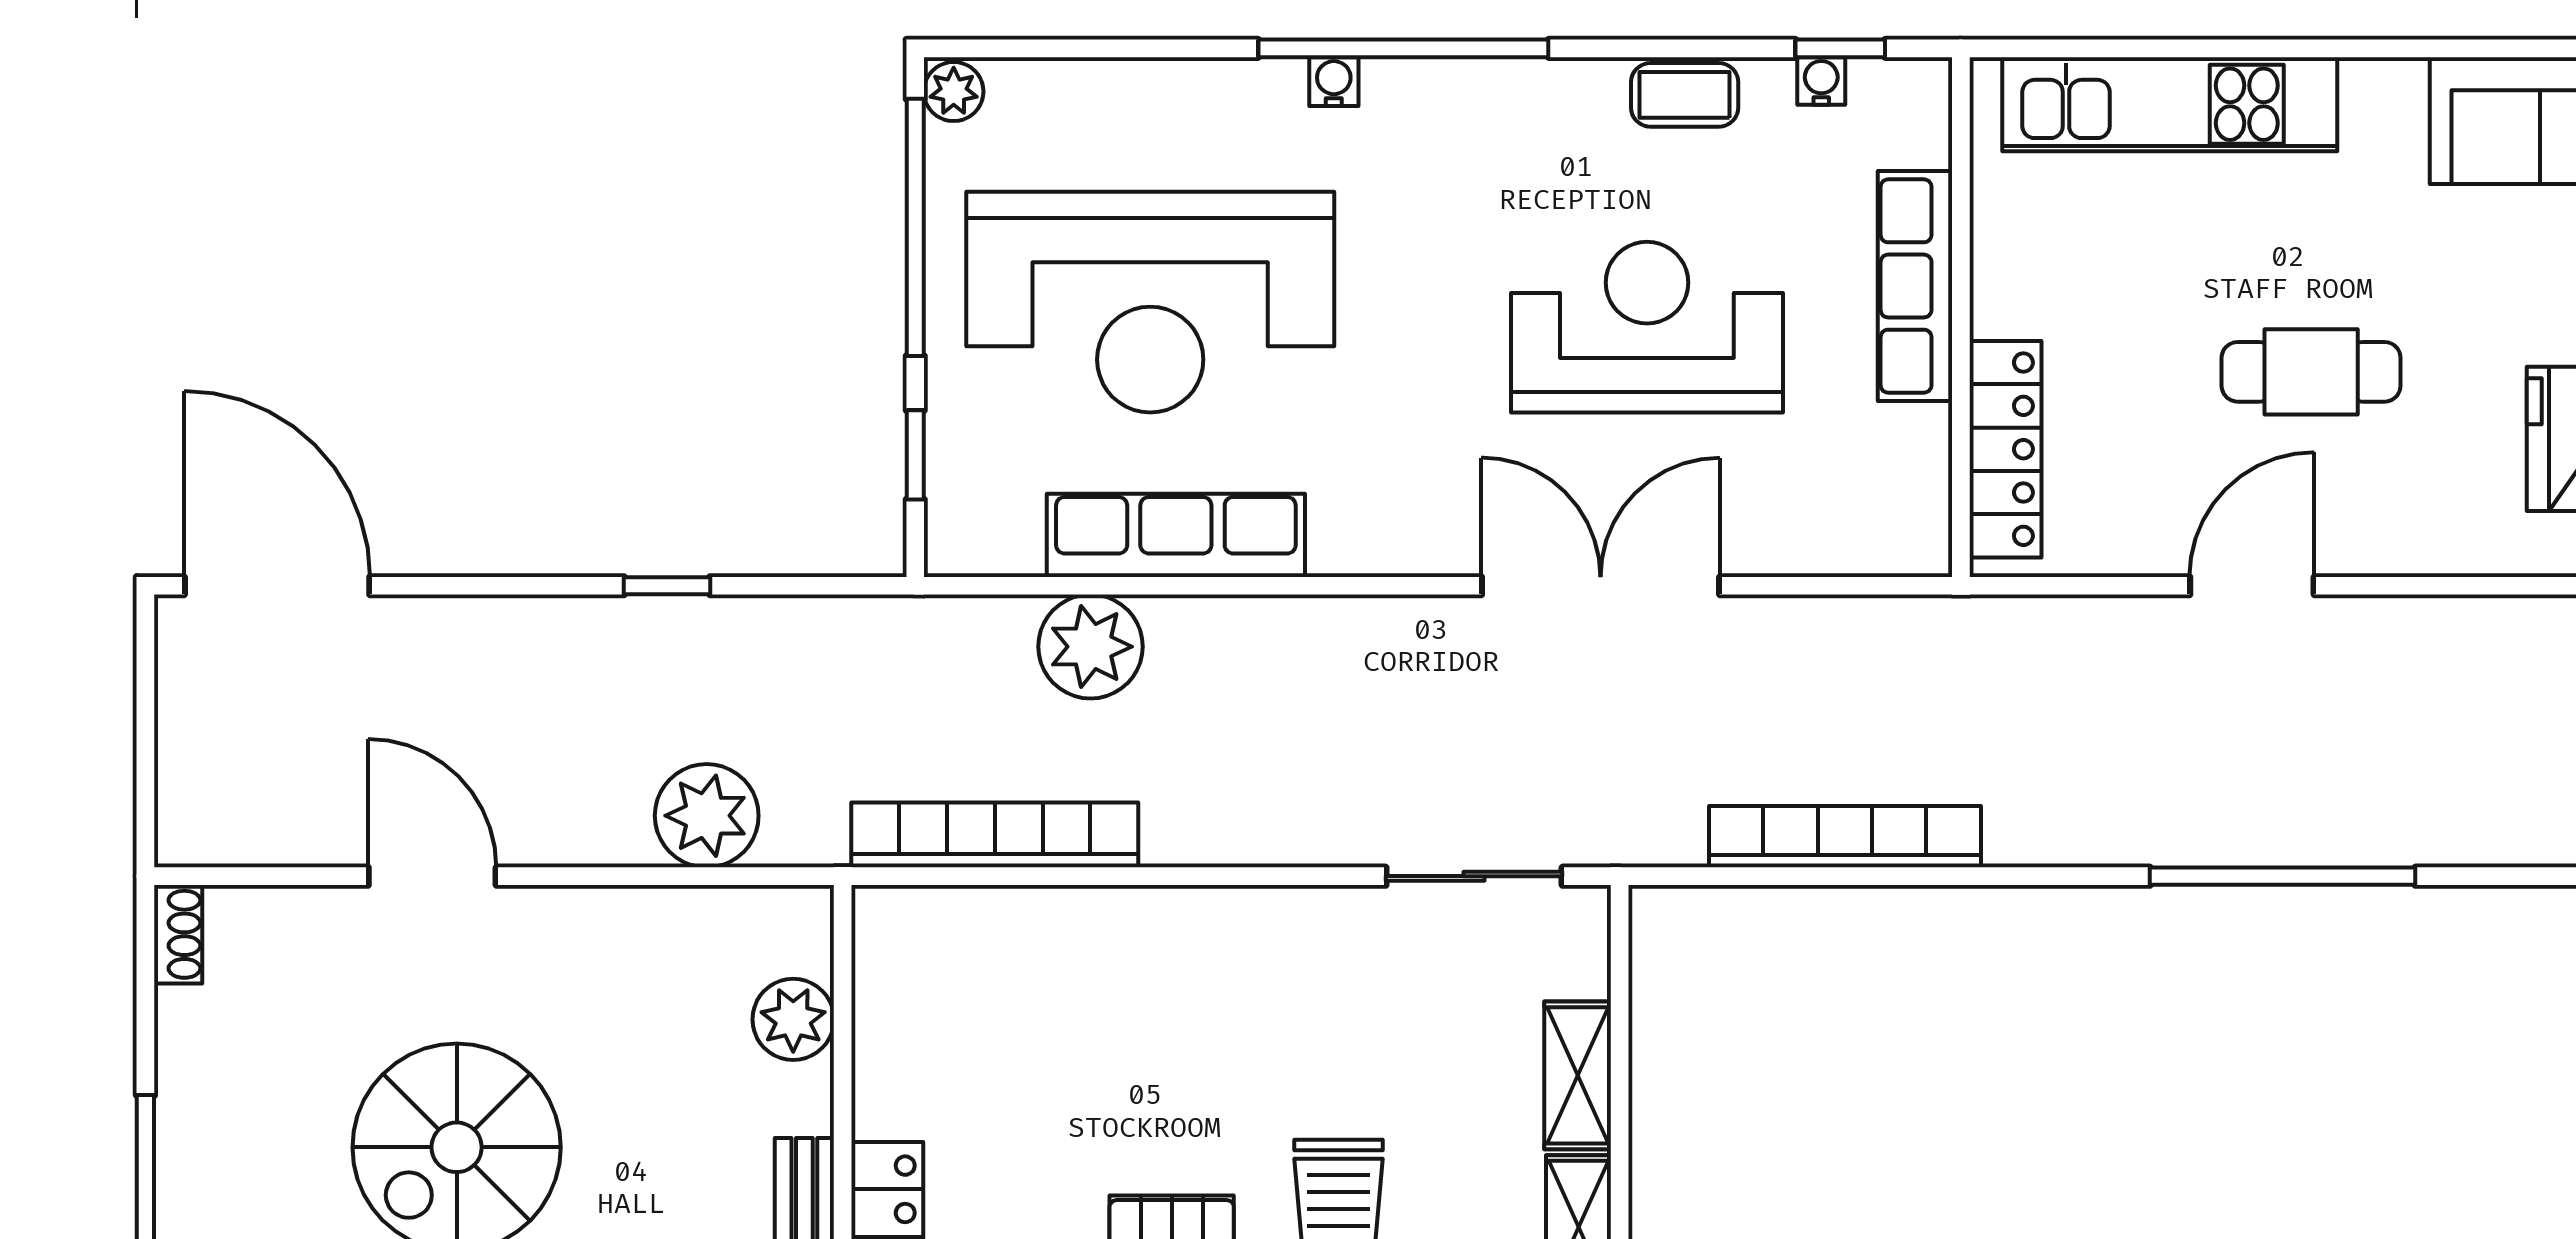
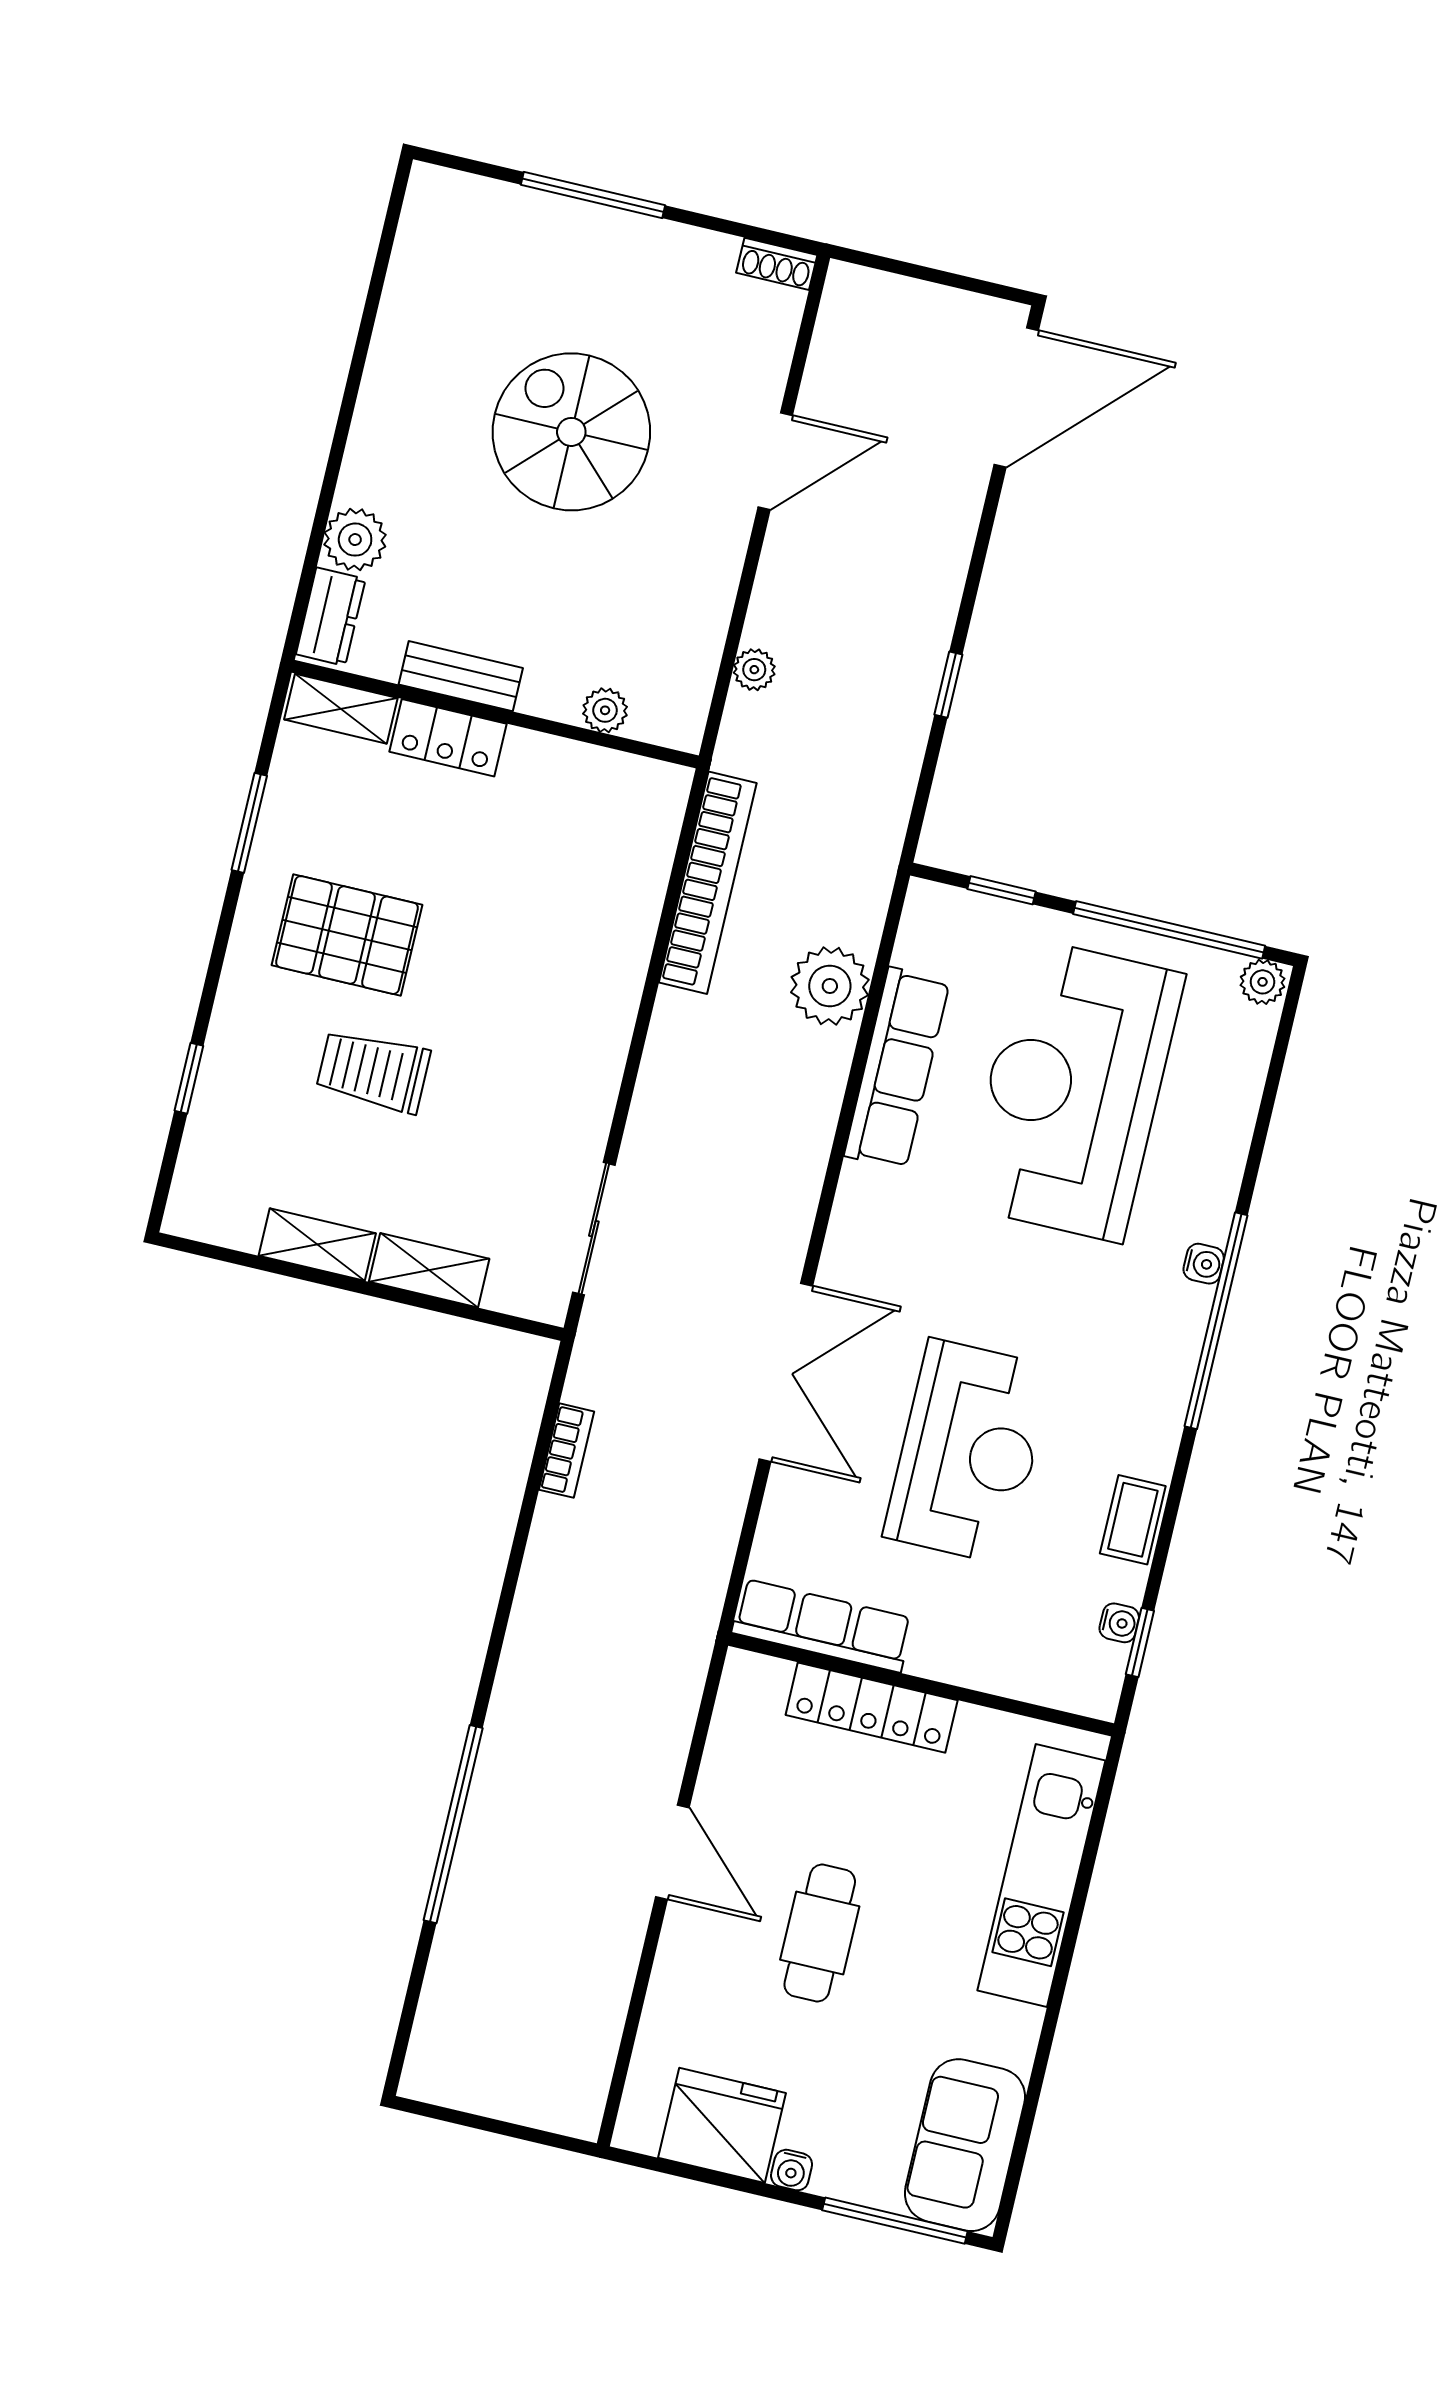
row of seats: (1915, 286) -> (822, 1626), moved
locker: (2006, 449) -> (872, 1708), moved
plant: (707, 816) -> (754, 670), width x0.53, depth x0.53
bookcase: (1845, 837) -> (566, 1451), width x0.43, depth x0.76
plant: (793, 1019) -> (605, 710), width x0.73, depth x0.73

